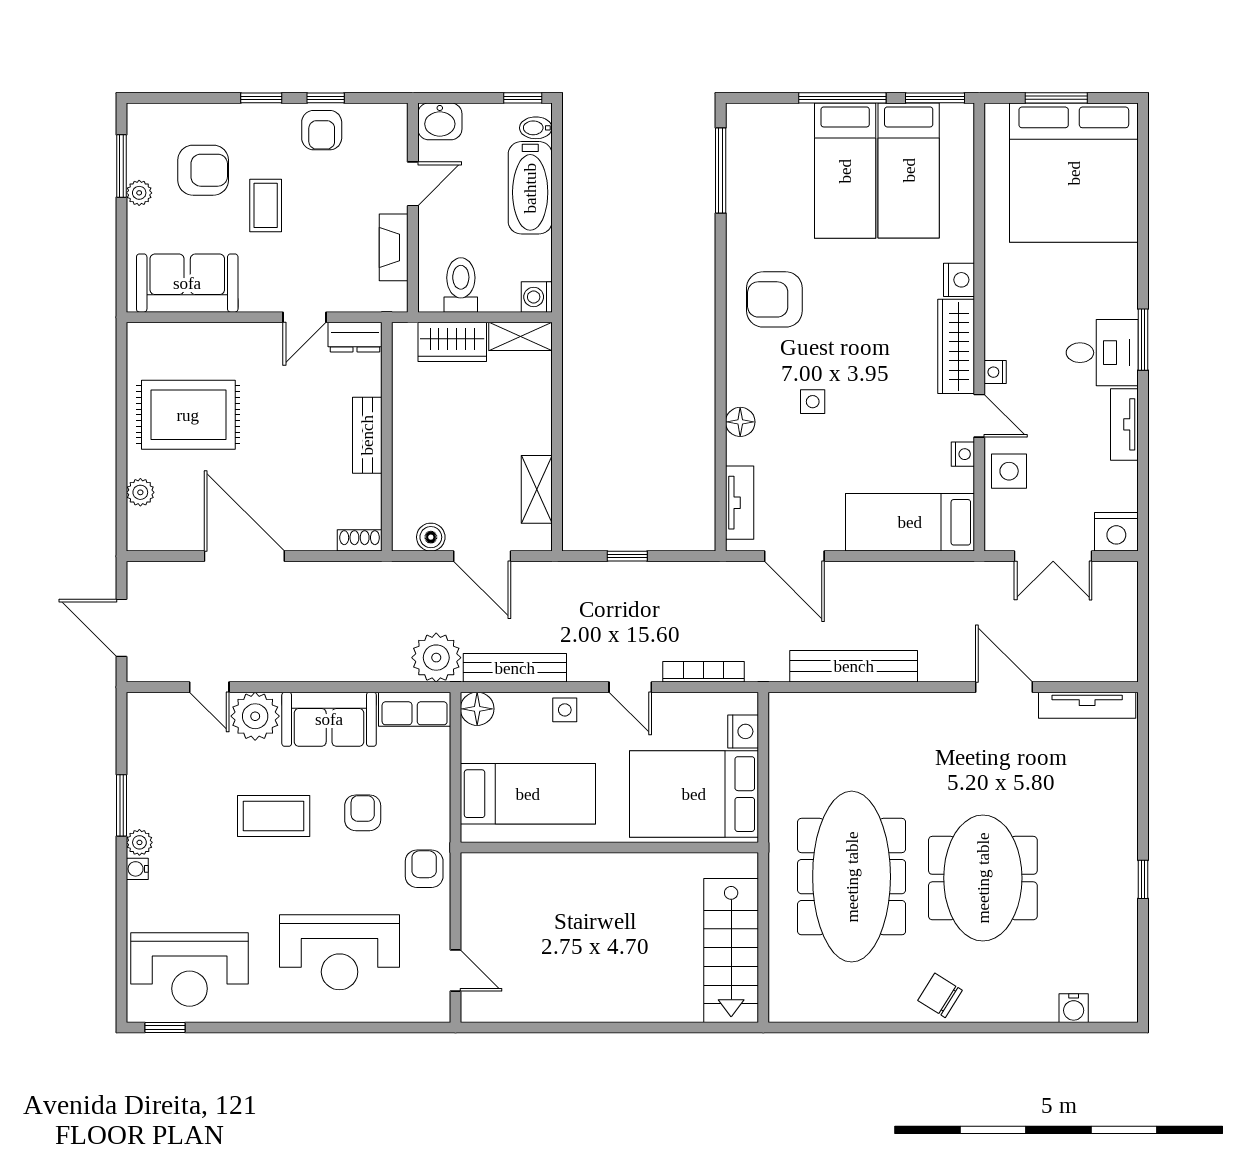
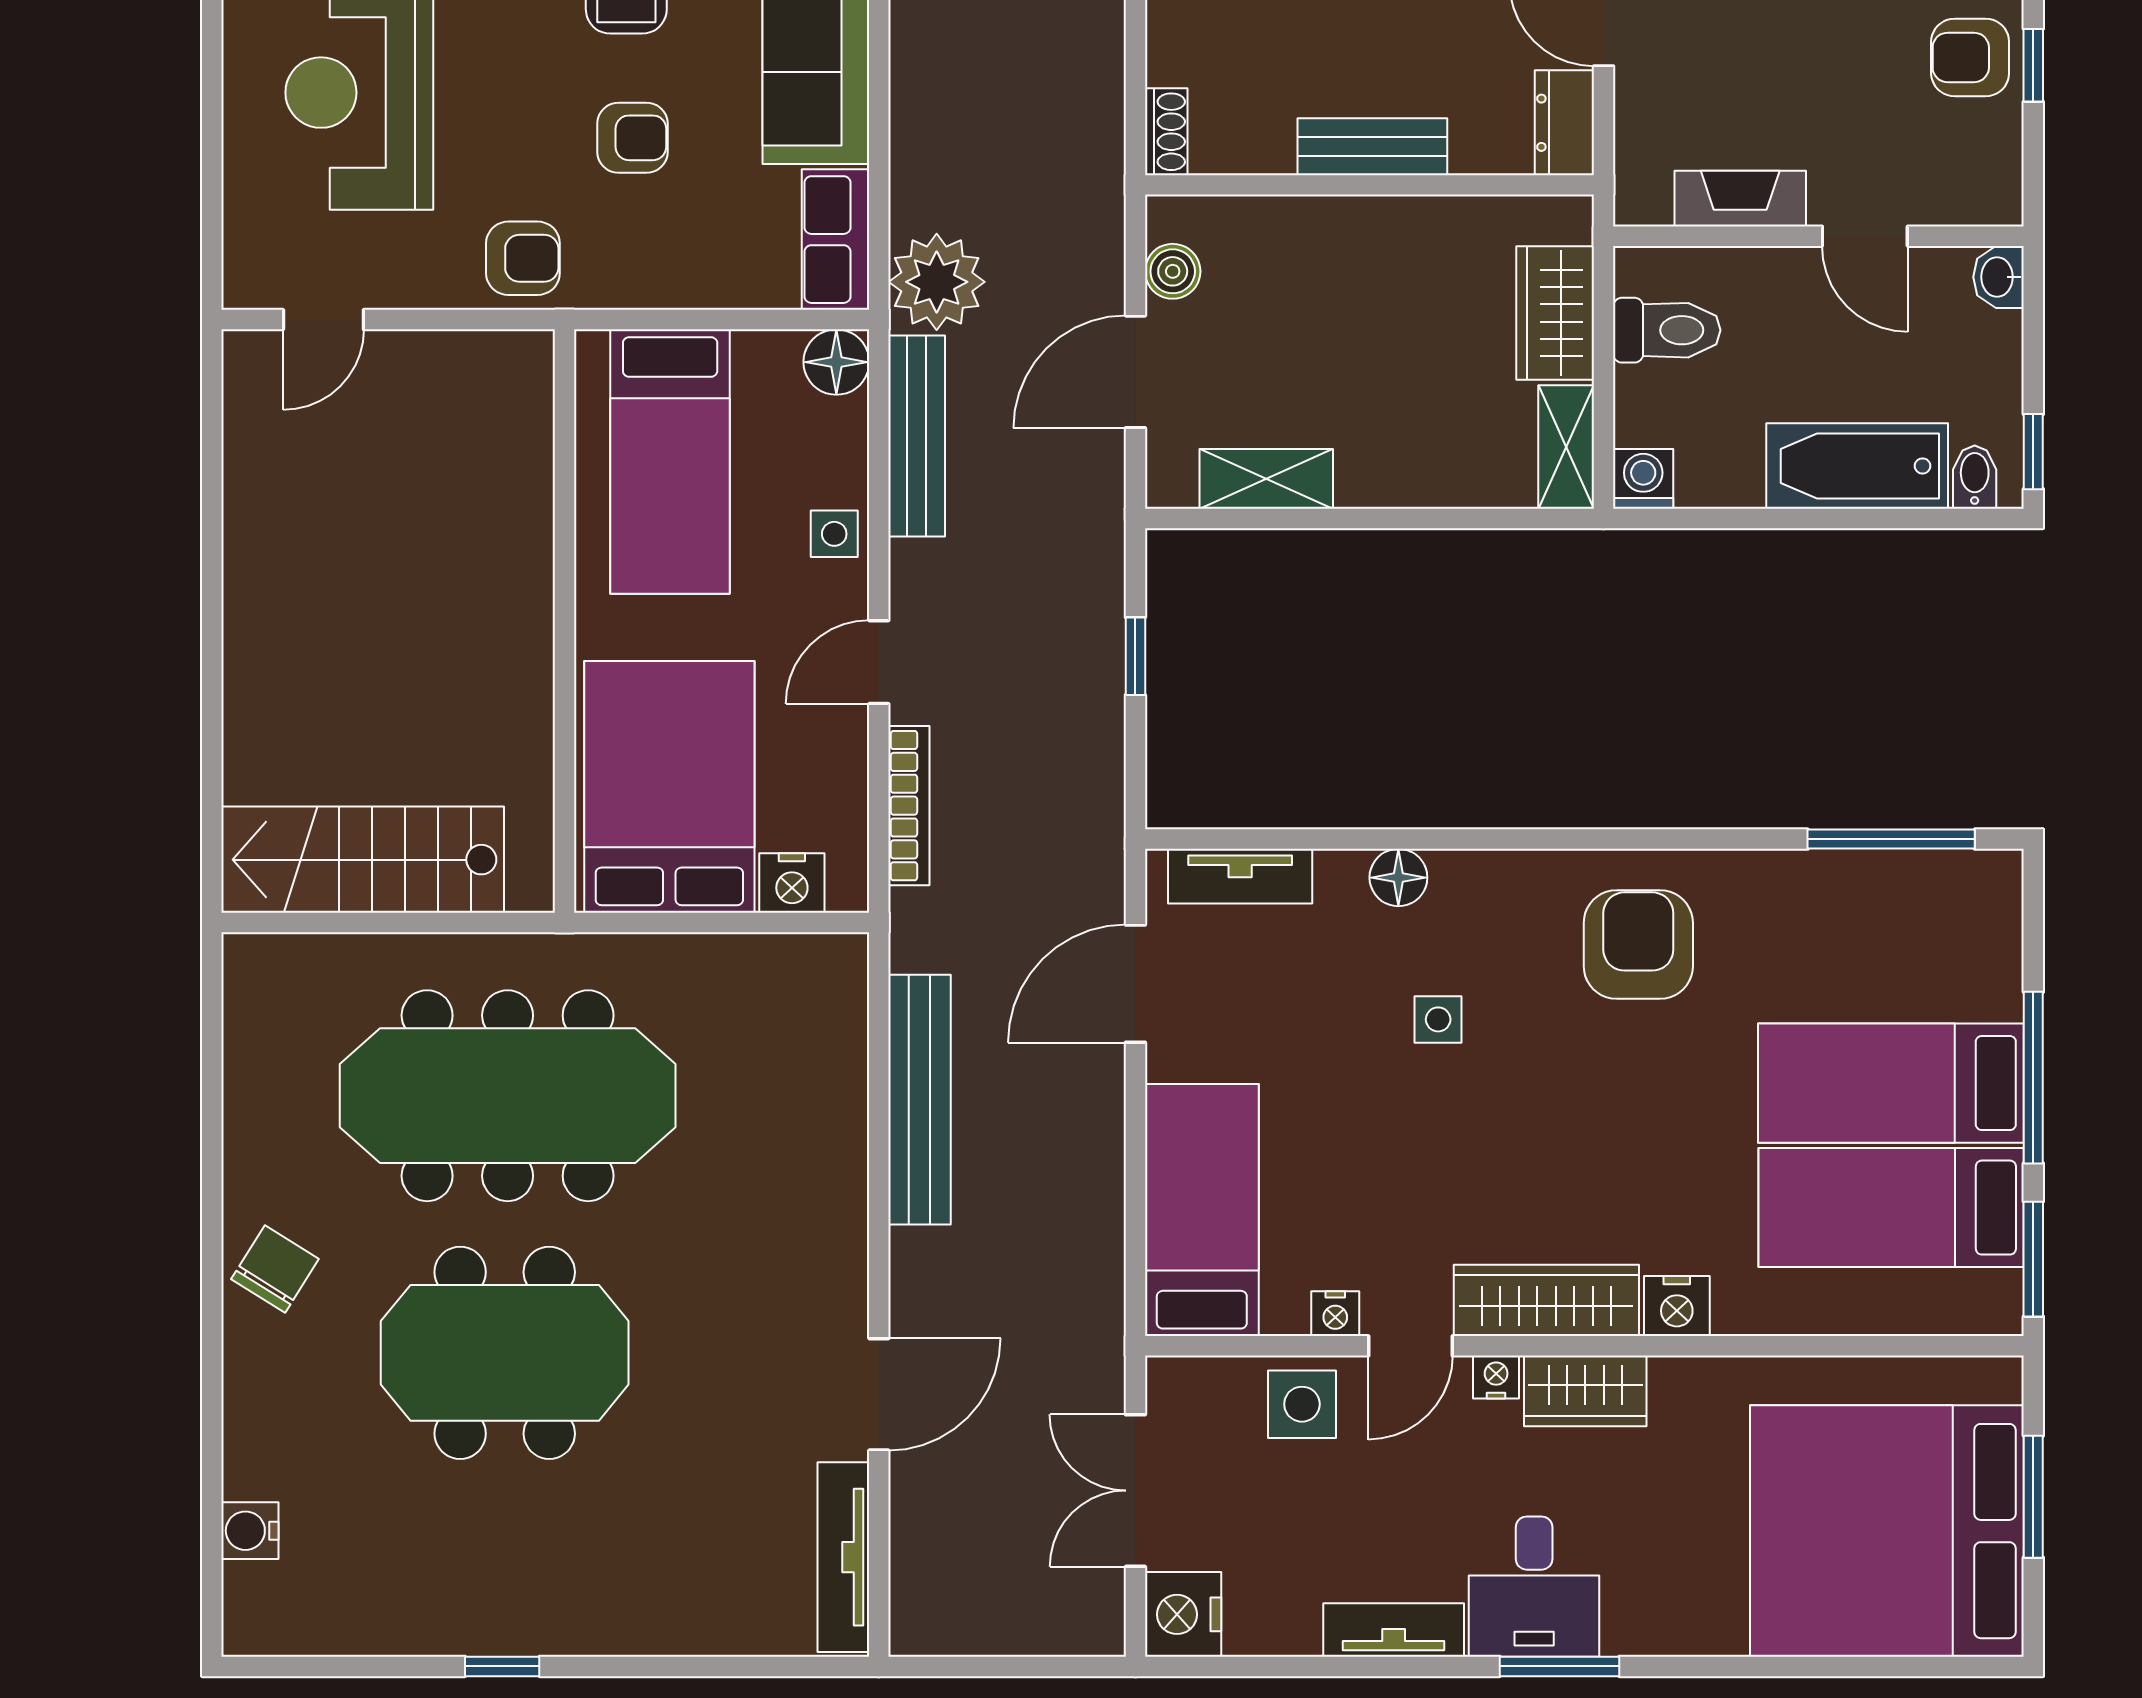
washbasin: (440, 121) -> (1999, 277), width x0.72, depth x0.69
wardrobe: (1002, 327) -> (1585, 1391), added

